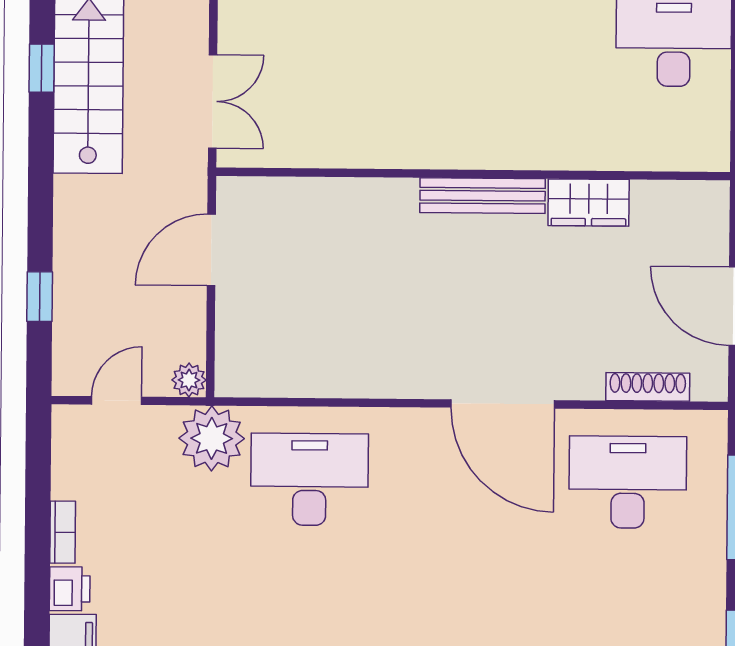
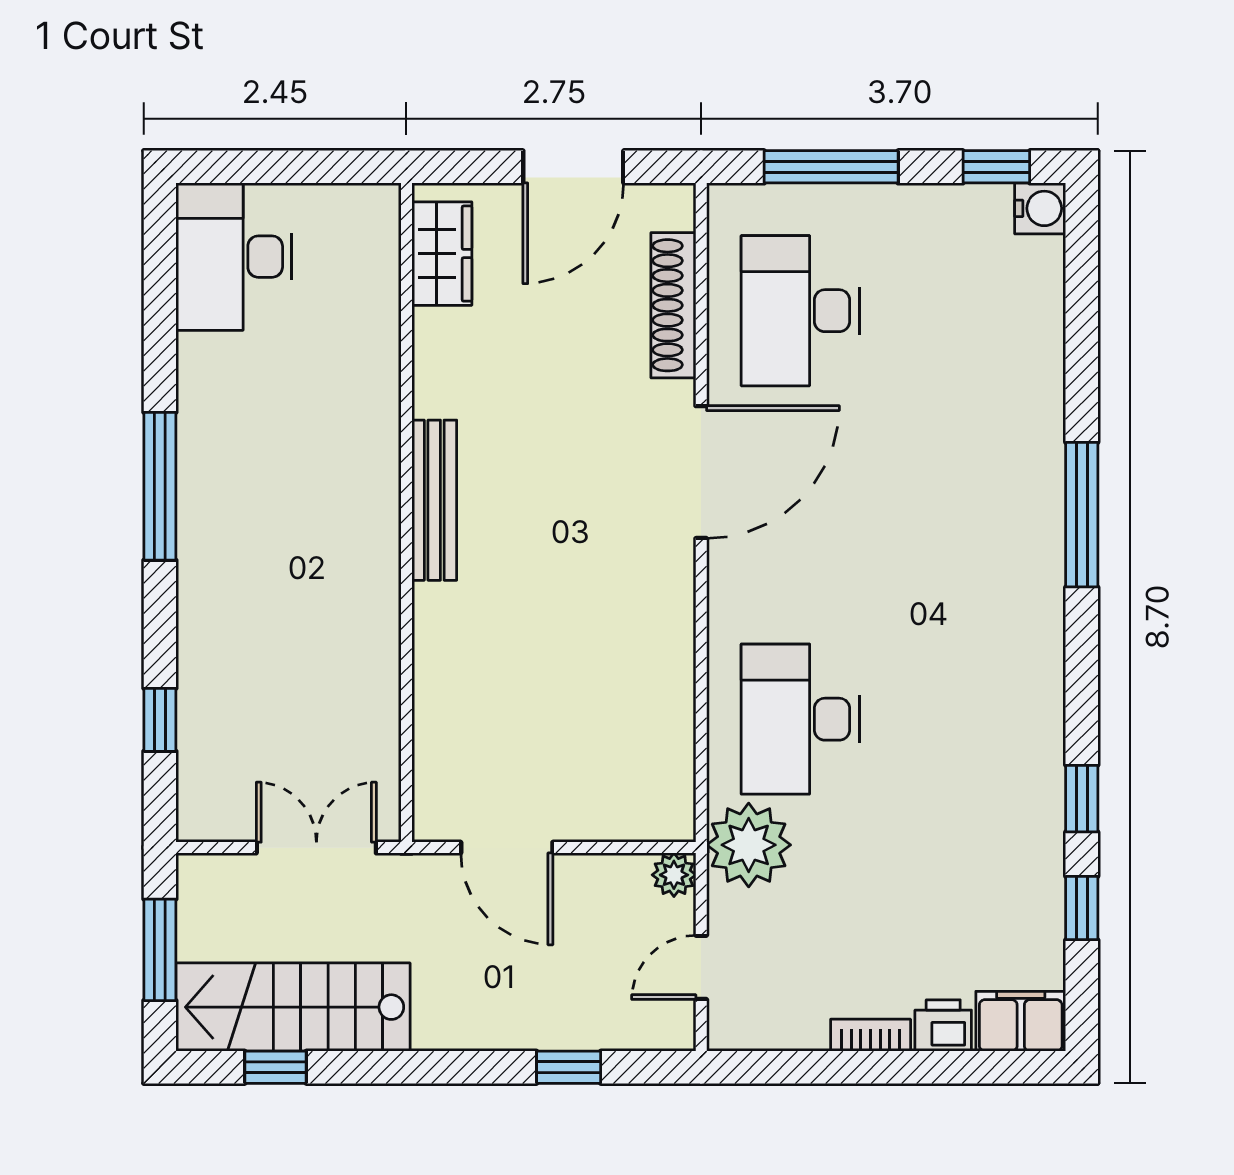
wardrobe: (589, 203) -> (442, 254), moved
shoe rack: (648, 387) -> (673, 305), width x1.36, depth x1.24
door: (117, 401) -> (701, 967), hinge flipped

